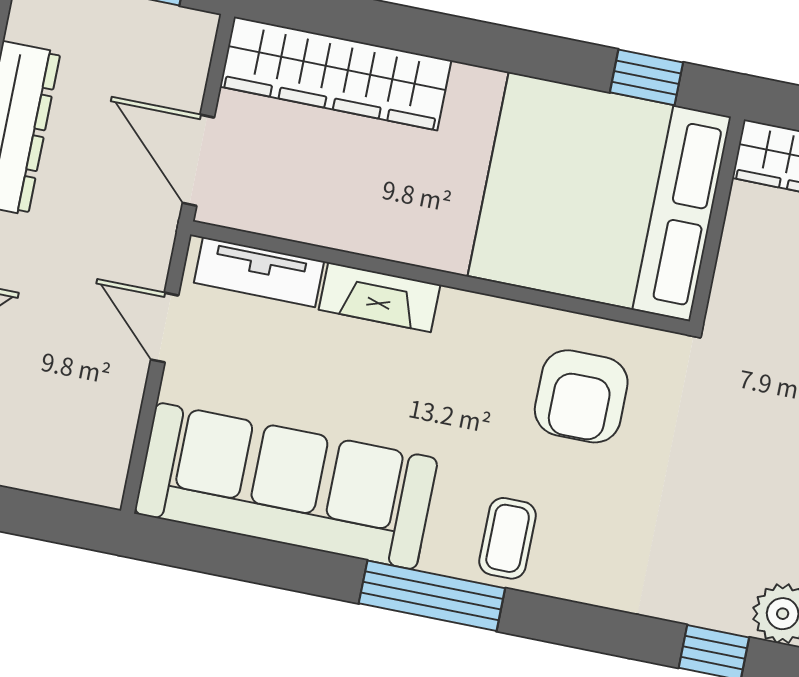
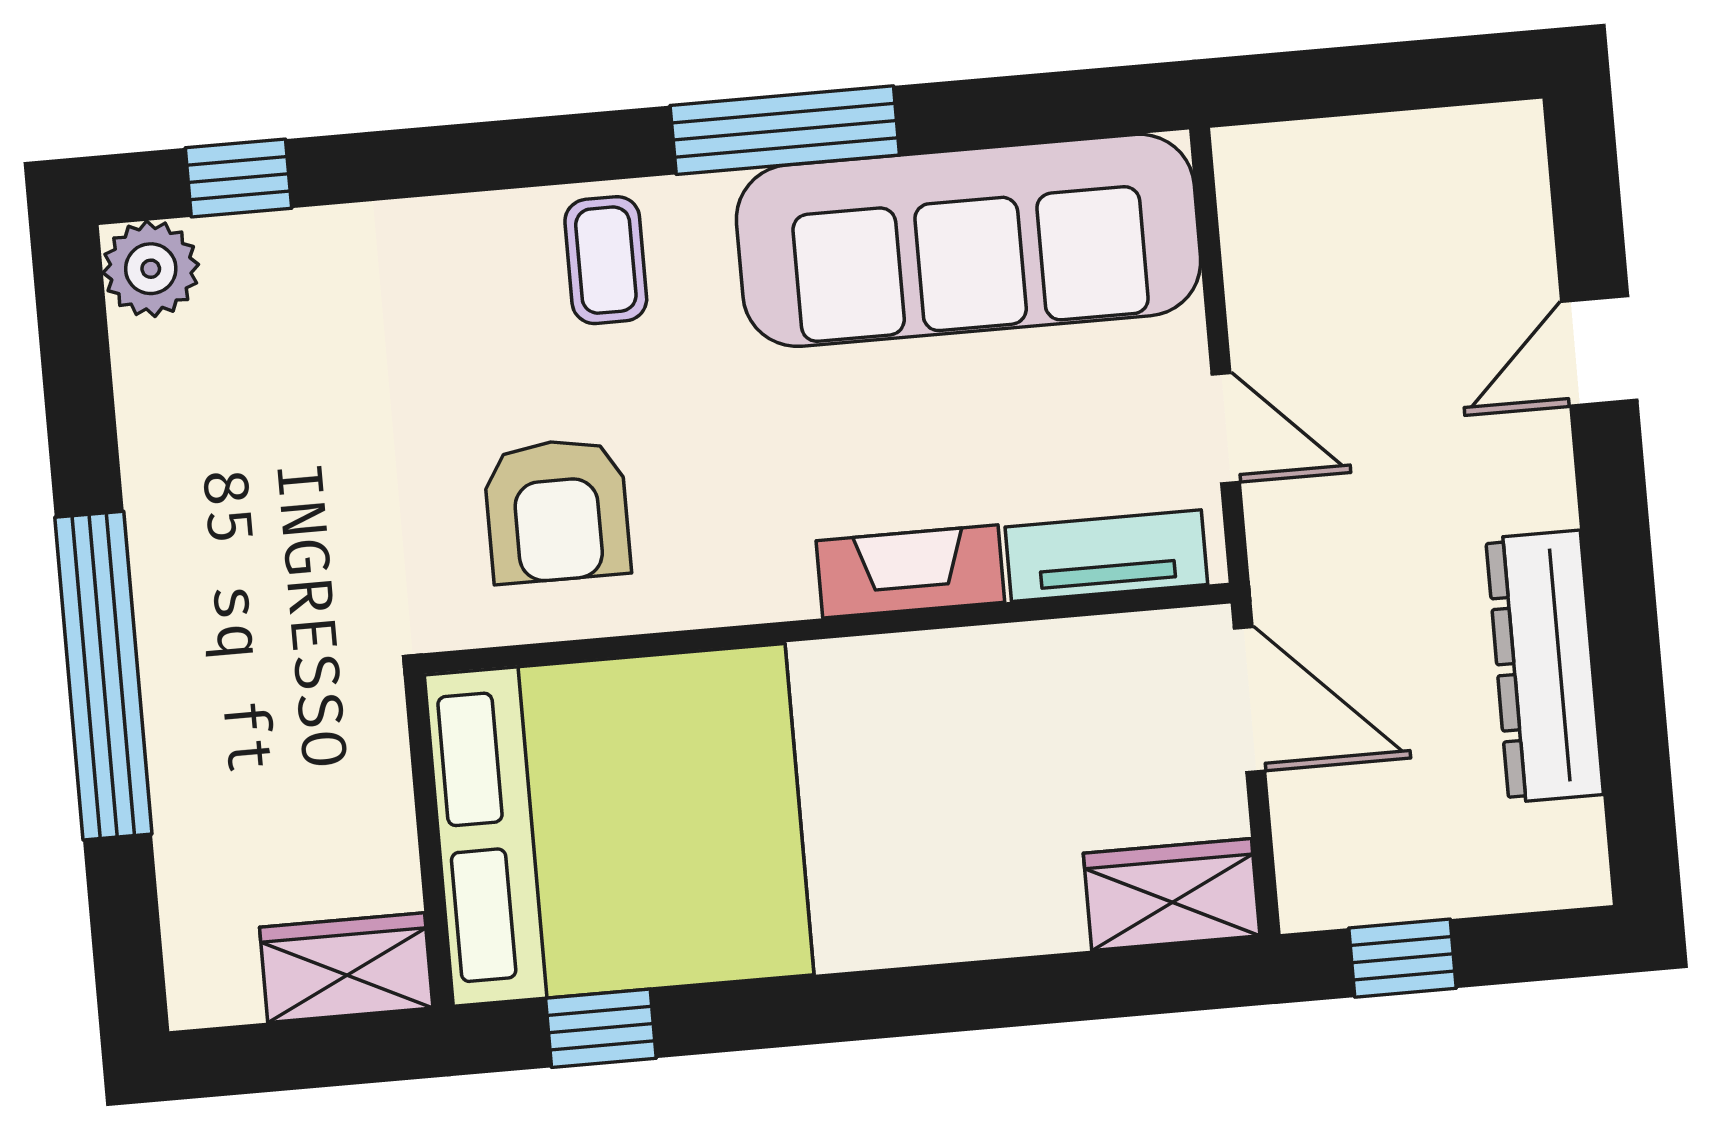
wardrobe: (336, 73) -> (1172, 895), width x0.48, depth x0.85
armchair: (581, 396) -> (557, 511), turned 180
window: (432, 596) -> (785, 130), moved

